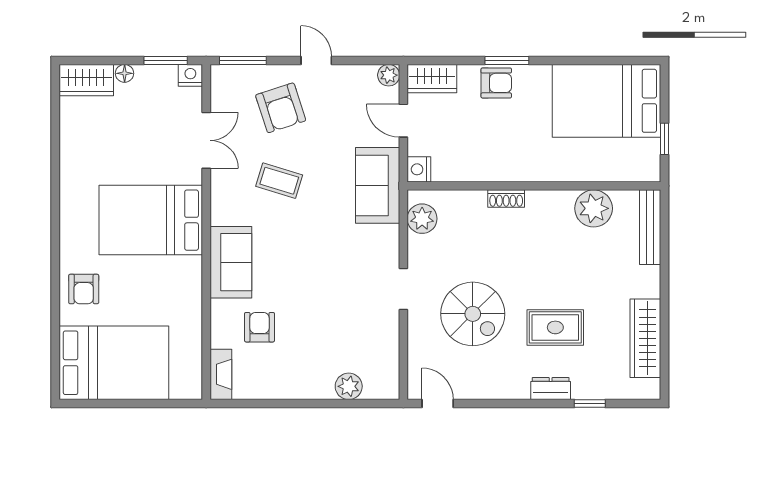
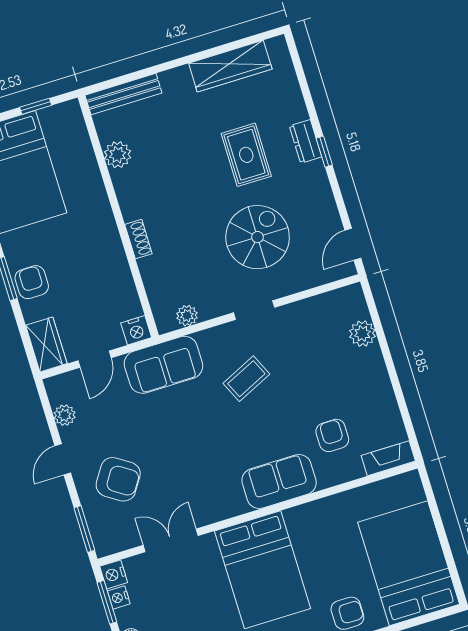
nightstand: (167, 73) -> (119, 597), added
plant: (389, 75) -> (65, 415), moved
armchair: (281, 108) -> (118, 479), turned 51
coffee table: (279, 181) -> (246, 379), moved, turned 48
plant: (594, 208) -> (118, 155), width x0.73, depth x0.73
plant: (422, 219) -> (187, 316), width x0.73, depth x0.73
armchair: (259, 327) -> (332, 435), turned 90
window: (590, 404) -> (324, 152), moved

